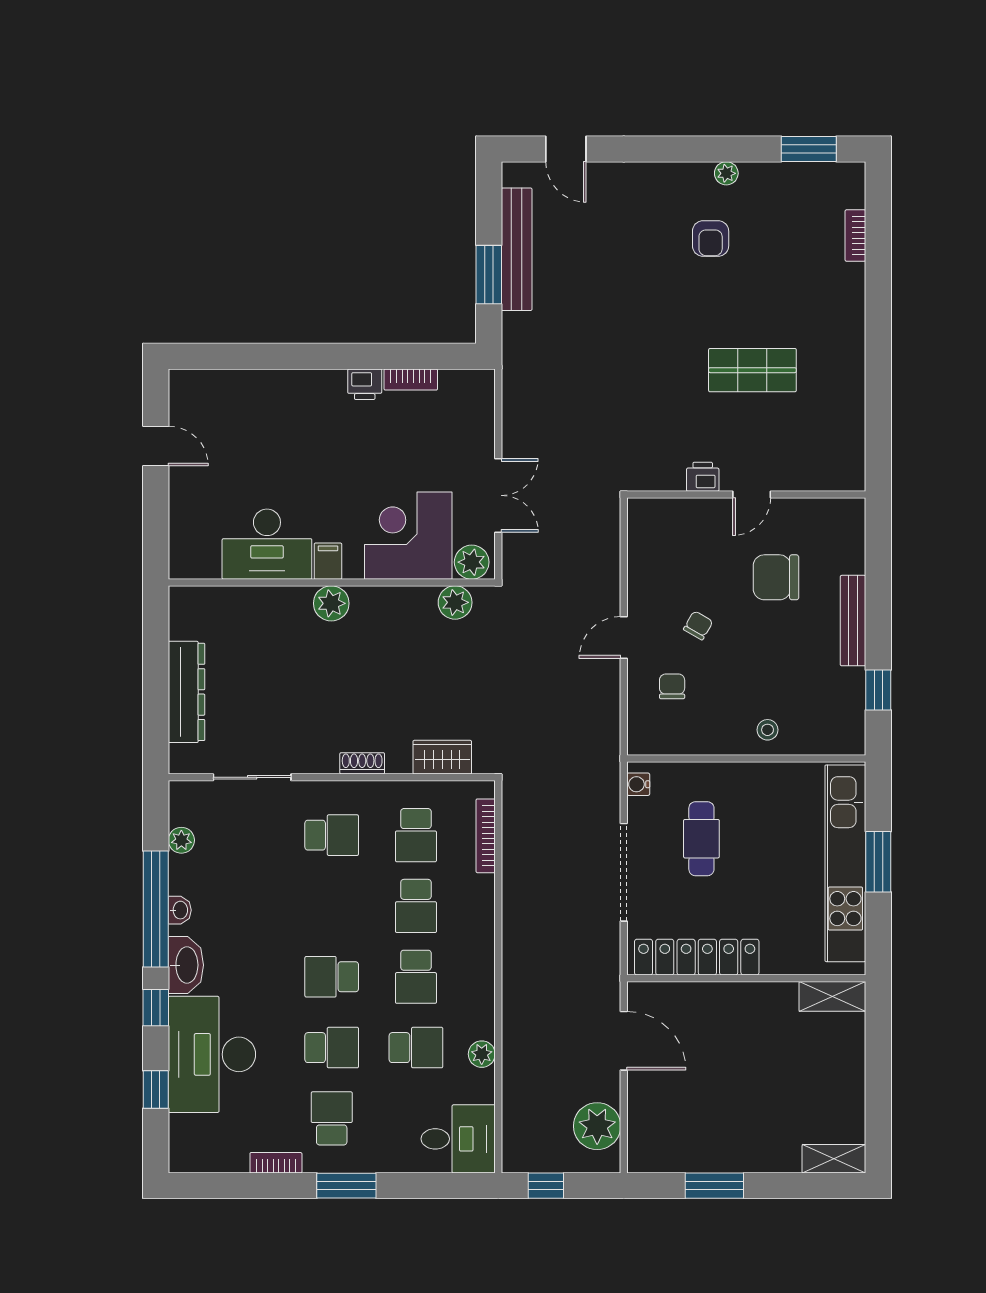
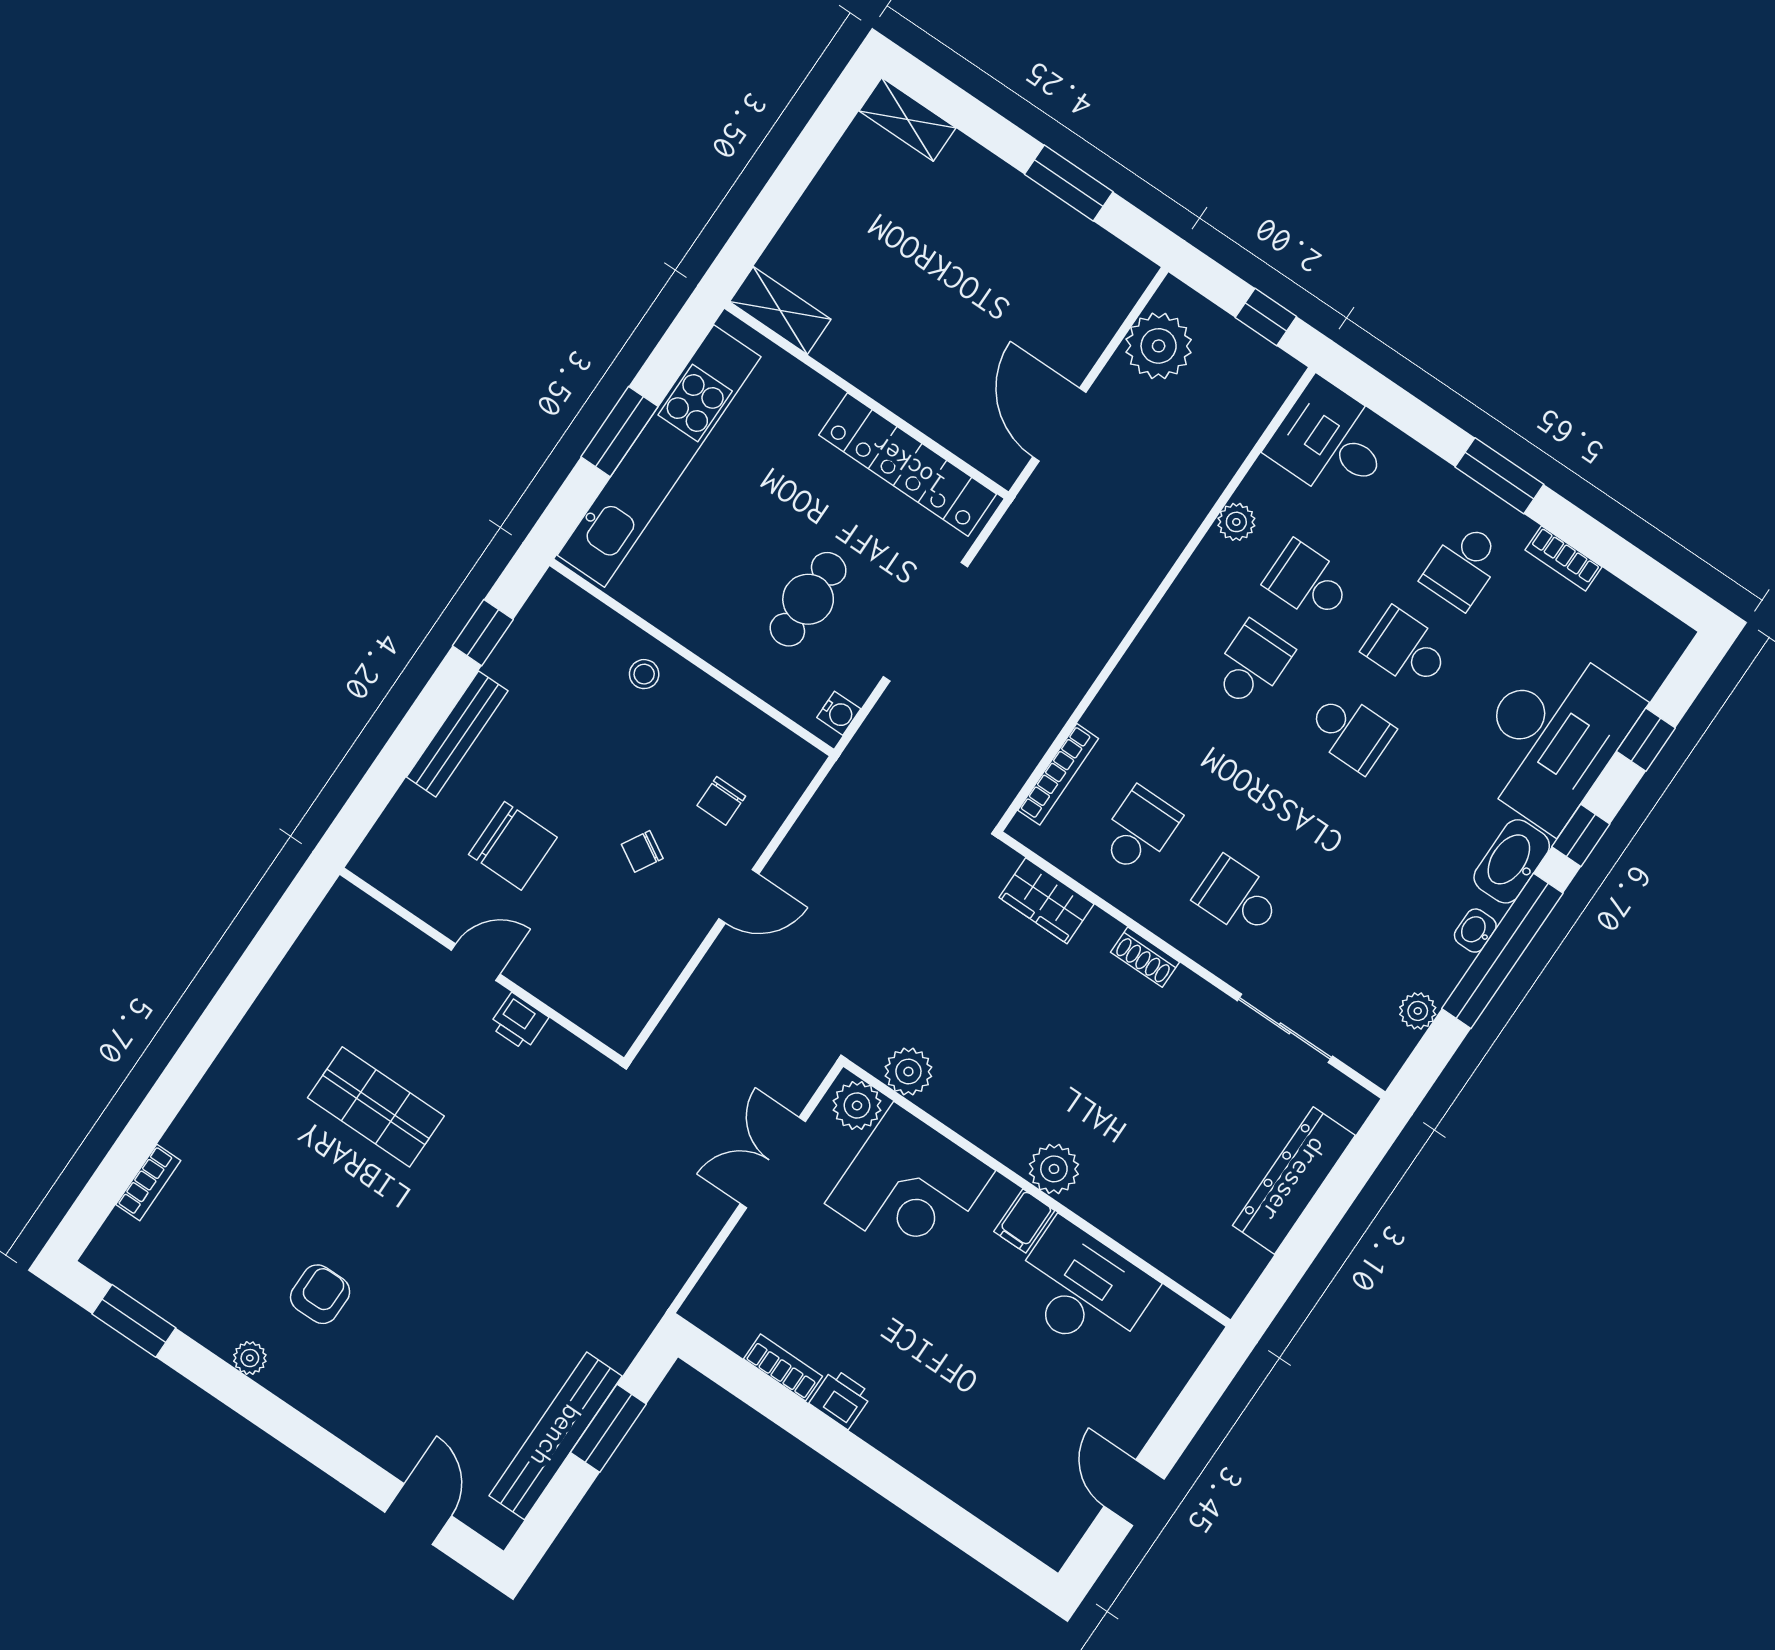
school desk: (416, 906) -> (1195, 748), removed

